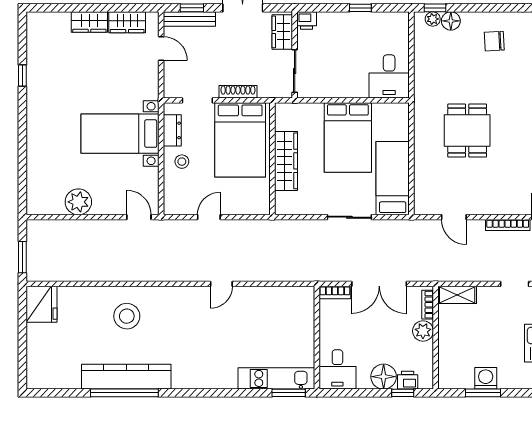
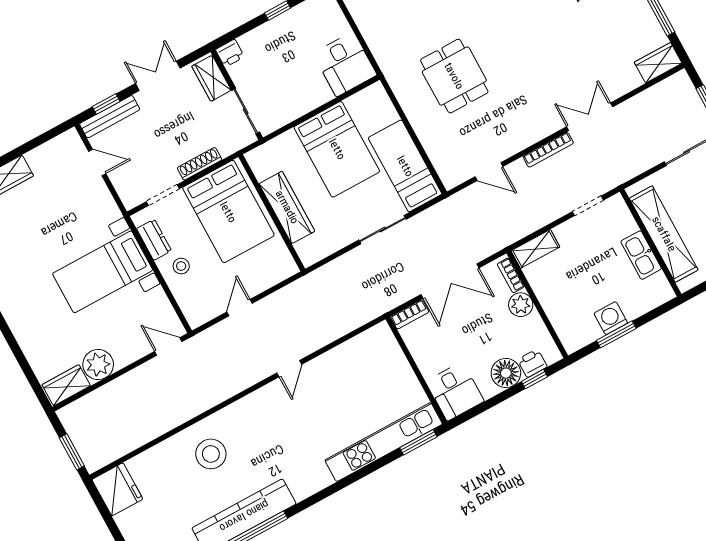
wardrobe: (127, 22) -> (66, 385), moved, turned 180
kitchen unit: (276, 378) -> (384, 442), width x1.36

